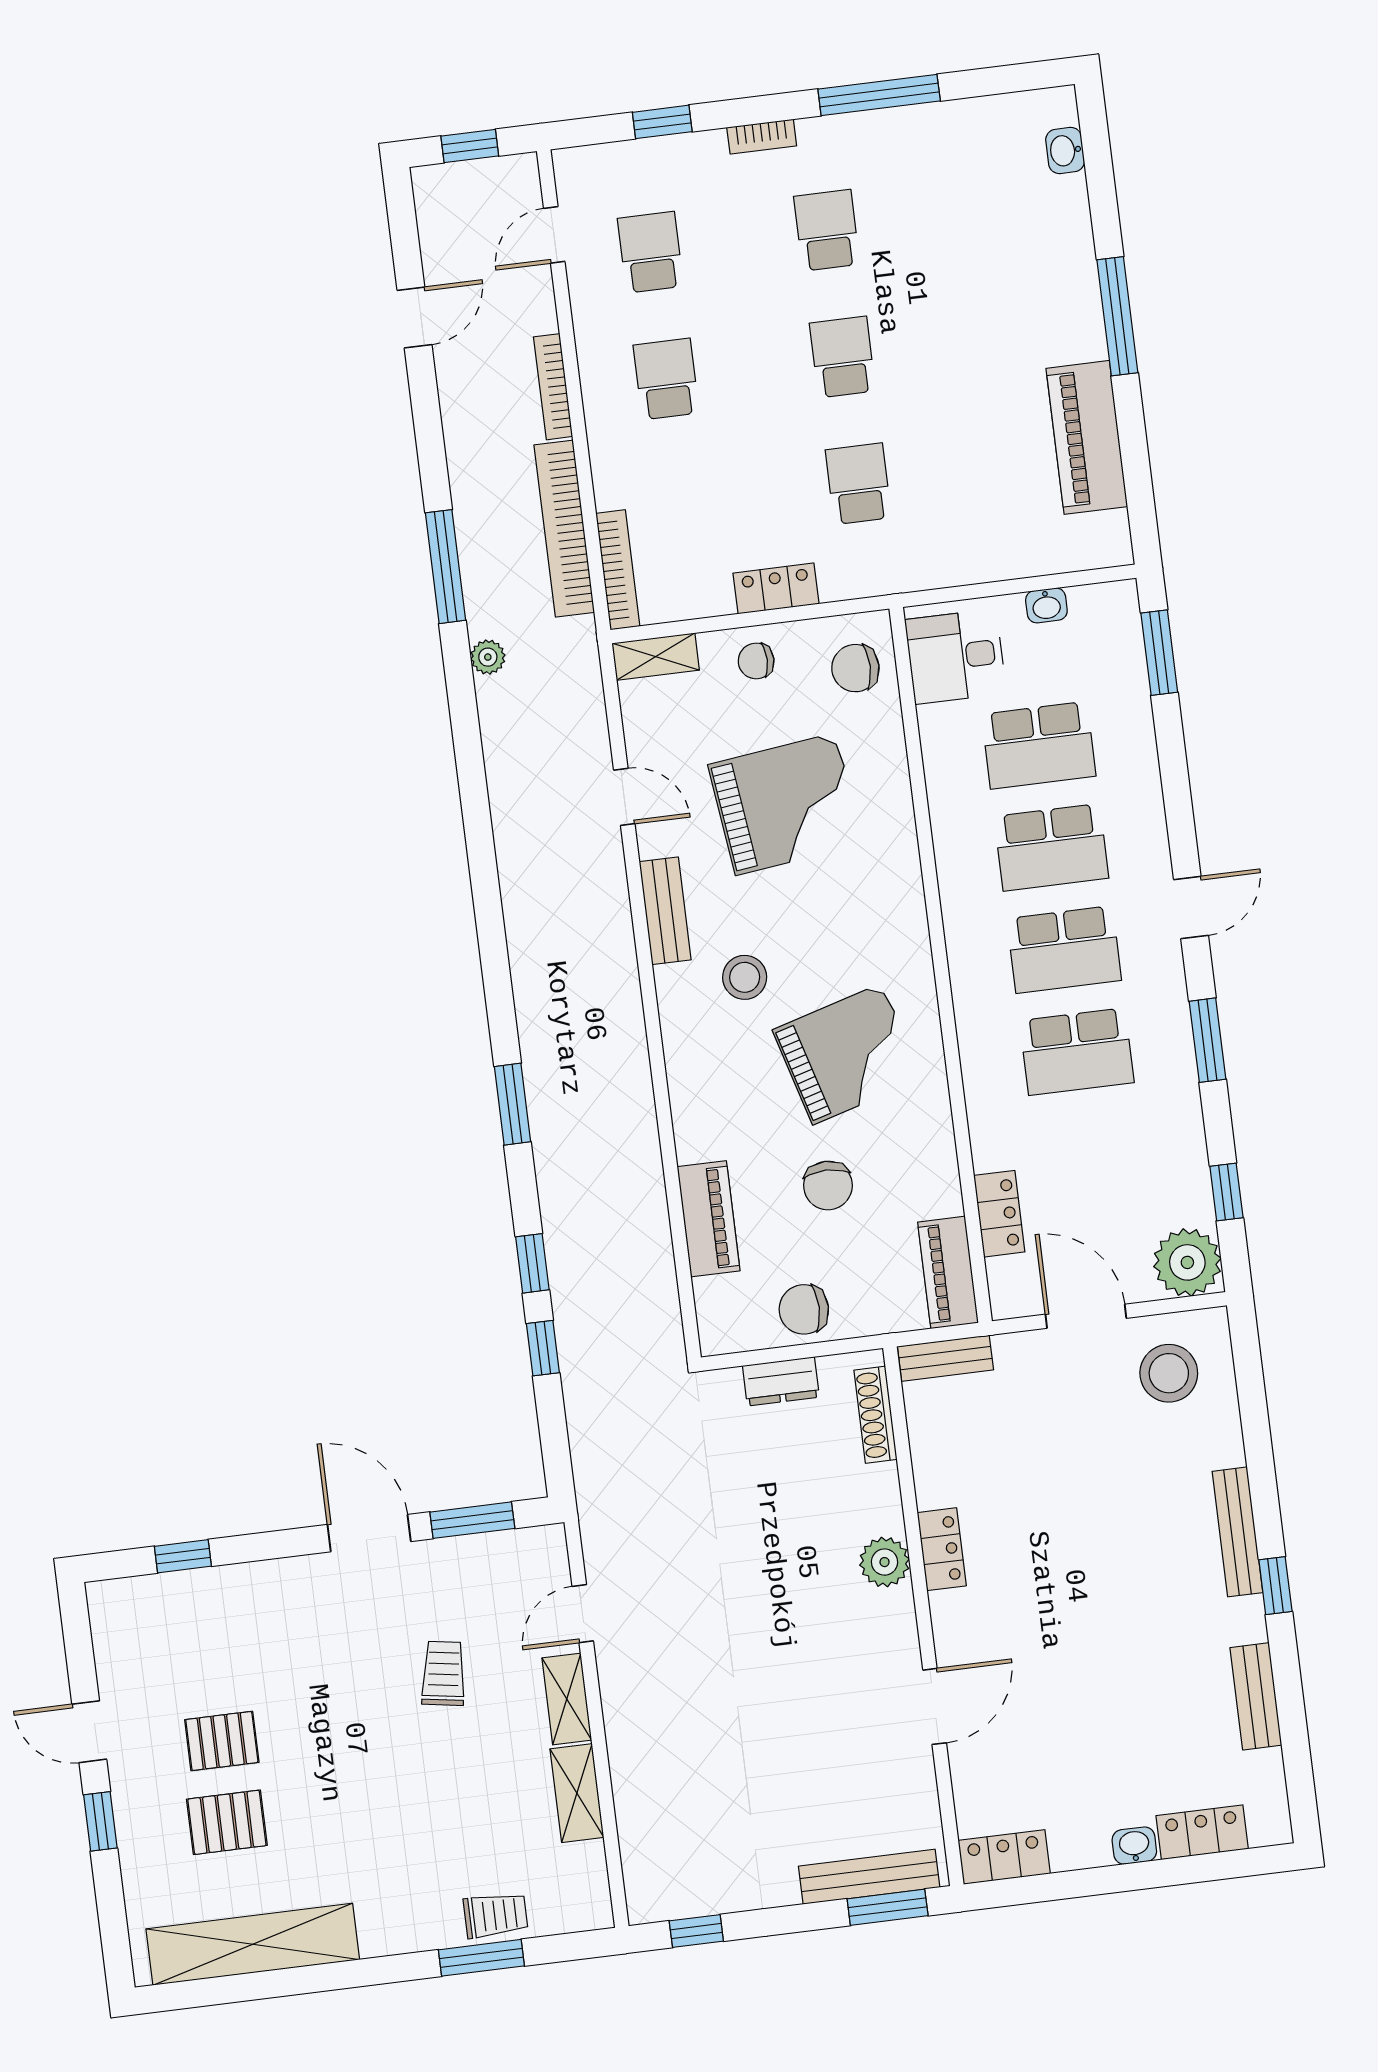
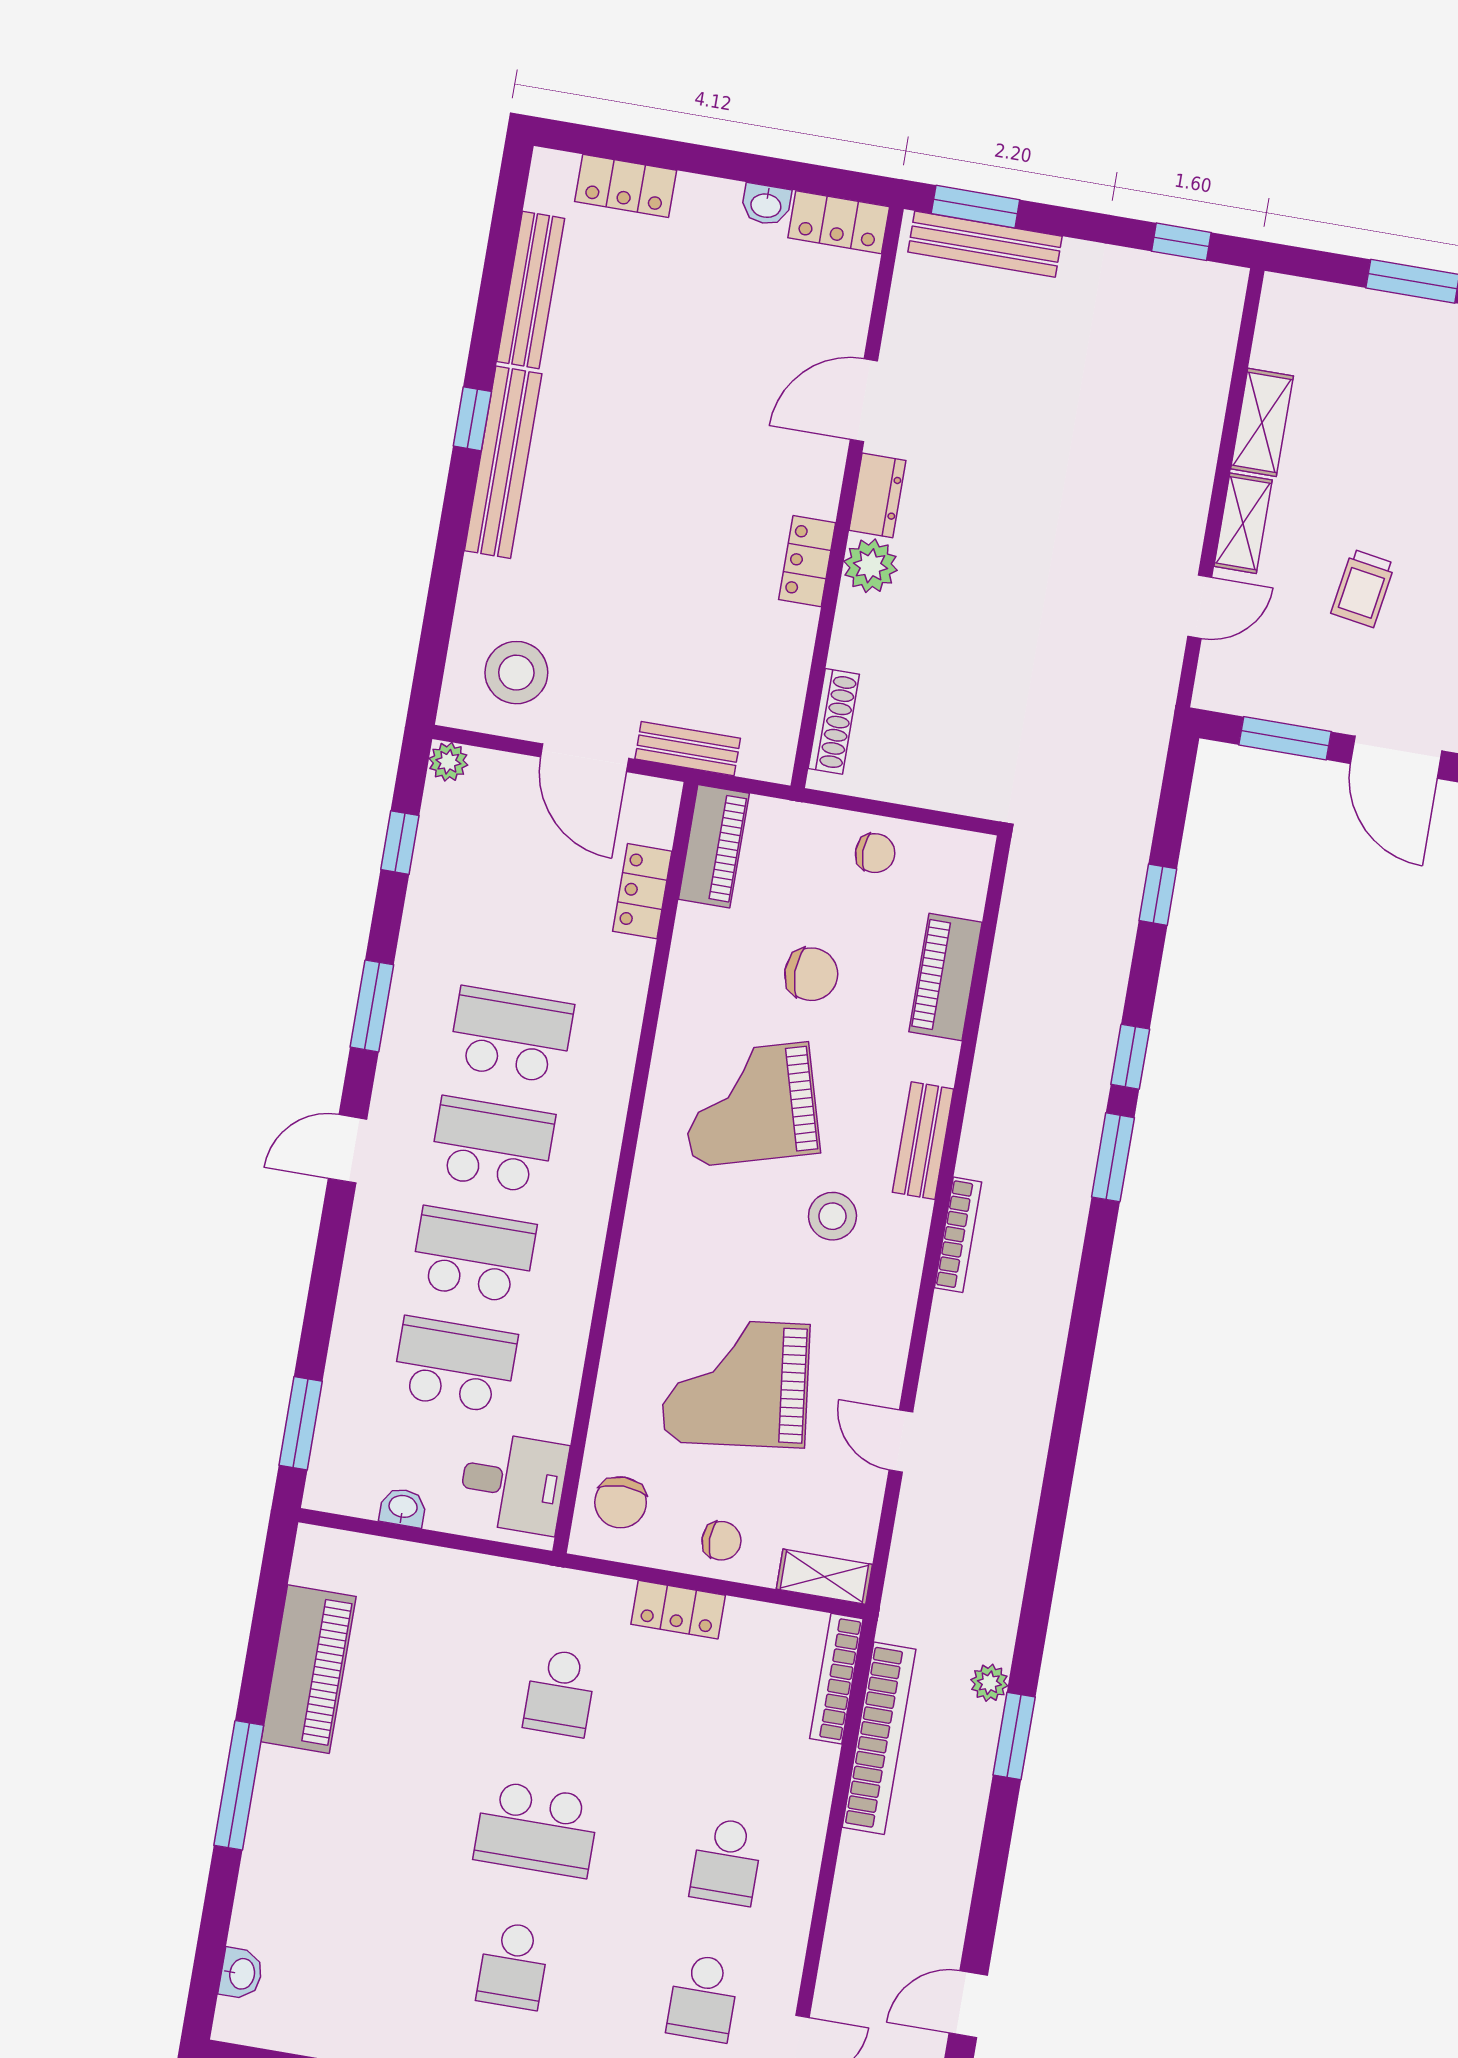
school desk: (843, 357) -> (537, 1829), width x1.85
bookcase: (553, 387) -> (958, 1235), moved
window: (446, 567) -> (1014, 1736), width x0.69
plant: (488, 657) -> (989, 1683), moved
chair: (855, 668) -> (621, 1502), turned 90
bench: (665, 911) -> (923, 1141), moved
chair: (828, 1185) -> (811, 974), turned 90
plant: (1187, 1262) -> (448, 762), width x0.53, depth x0.53
window: (532, 1263) -> (1130, 1057), moved
chair: (804, 1309) -> (875, 853), width x0.73, depth x0.73
bench: (945, 1358) -> (688, 749), moved
dresser: (781, 1381) -> (877, 495), moved, turned 90
bench: (1237, 1532) -> (503, 462), width x1.37, depth x1.21
bench: (1256, 1696) -> (531, 290), width x1.36
washbasin: (1134, 1846) -> (766, 205), moved
trolley: (496, 1915) -> (1385, 321), removed

